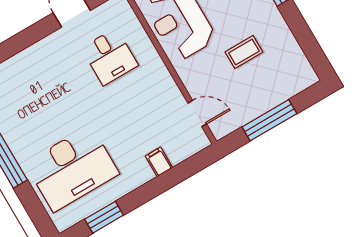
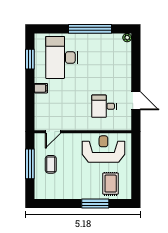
coffee table: (244, 52) -> (51, 164), moved
filing cabinet: (159, 162) -> (41, 88), moved

